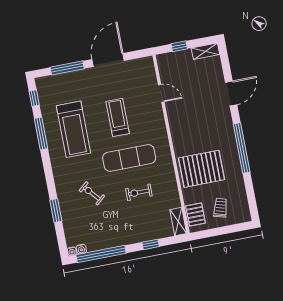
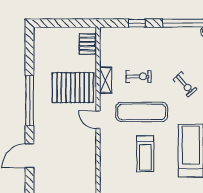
door: (161, 93) -> (98, 120), moved
trolley: (220, 208) -> (62, 46), removed
shelving: (178, 222) -> (106, 80), moved

